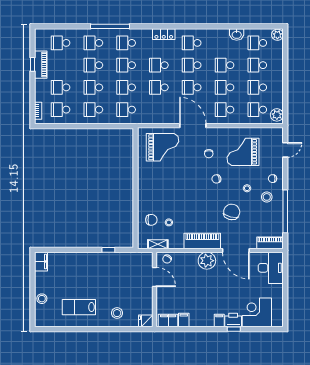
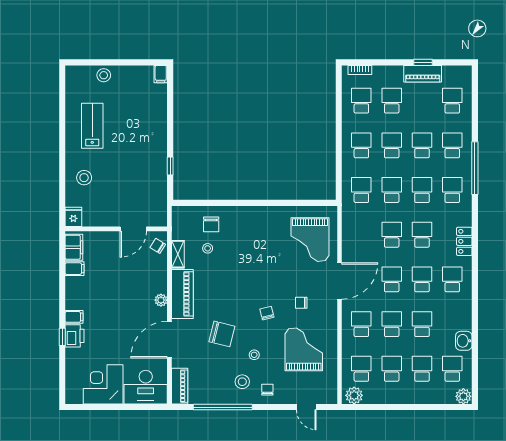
shelving: (158, 244) -> (178, 254), moved
plant: (207, 261) -> (161, 300), width x0.53, depth x0.53
filing cabinet: (41, 262) -> (161, 74), width x0.50
corner desk: (257, 312) -> (103, 384), moved, turned -90

